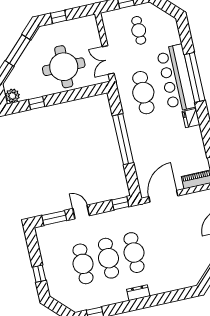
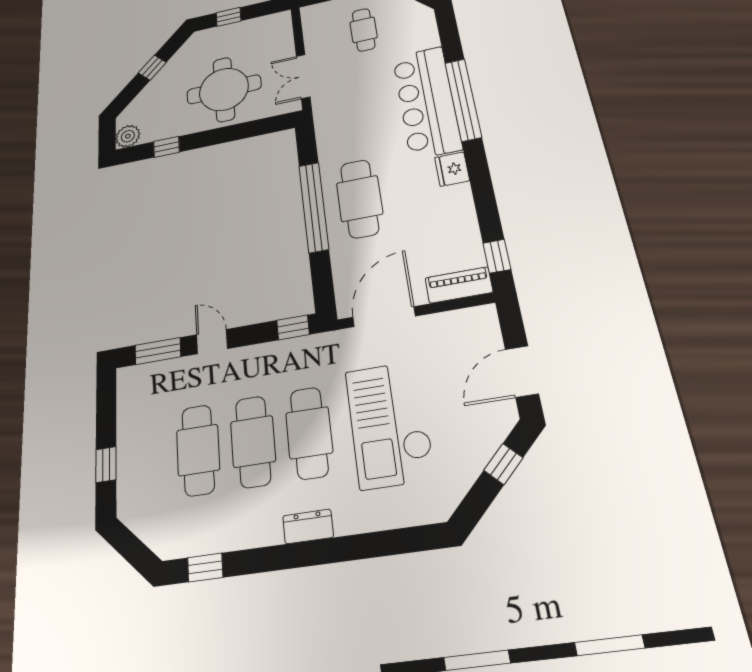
window: (18, 50) -> (152, 68), width x0.46
cafe table: (143, 93) -> (359, 198), moved
checkout: (170, 246) -> (389, 424), added

